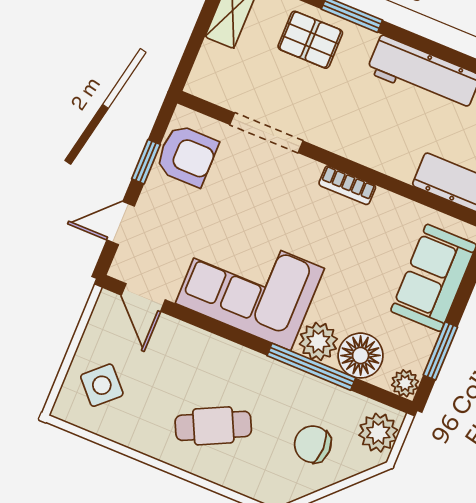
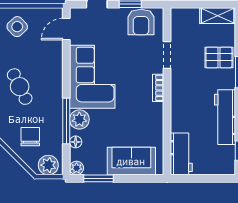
pallet: (310, 40) -> (219, 57), turned 90
doorway: (266, 133) -> (167, 55), width x0.73
bookcase: (347, 185) -> (158, 88), moved
floor lamp: (361, 356) -> (76, 142), width x0.53, depth x0.53

